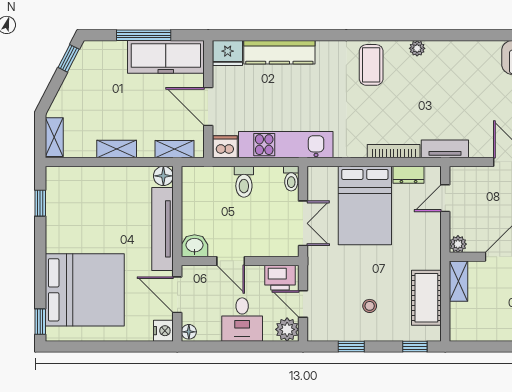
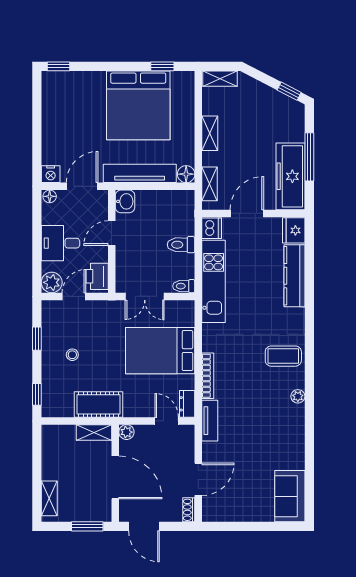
dresser: (409, 175) -> (187, 404), moved
bed: (85, 290) -> (138, 105), moved
cot: (426, 298) -> (98, 404), moved

